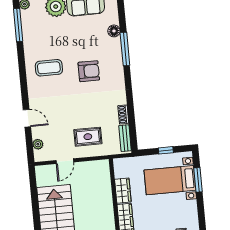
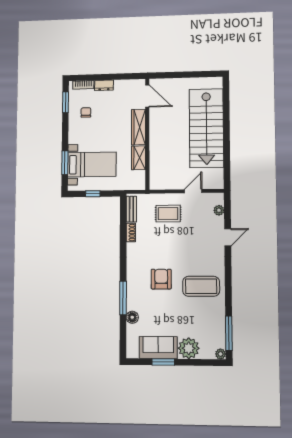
coffee table: (49, 68) -> (201, 286), width x1.36, depth x1.32
armchair: (89, 71) -> (161, 279), turned 90
door: (27, 118) -> (228, 237), swing flipped

